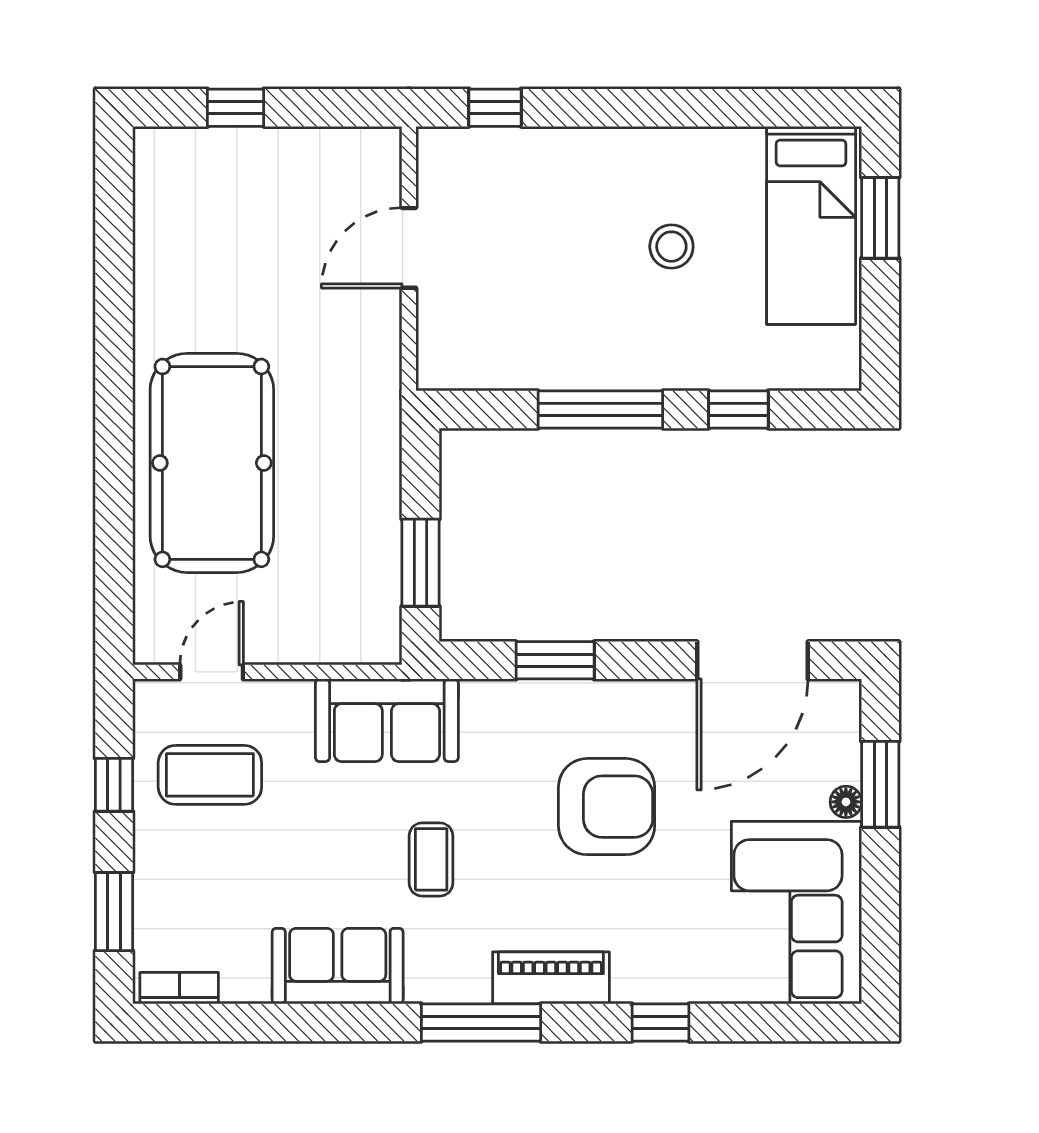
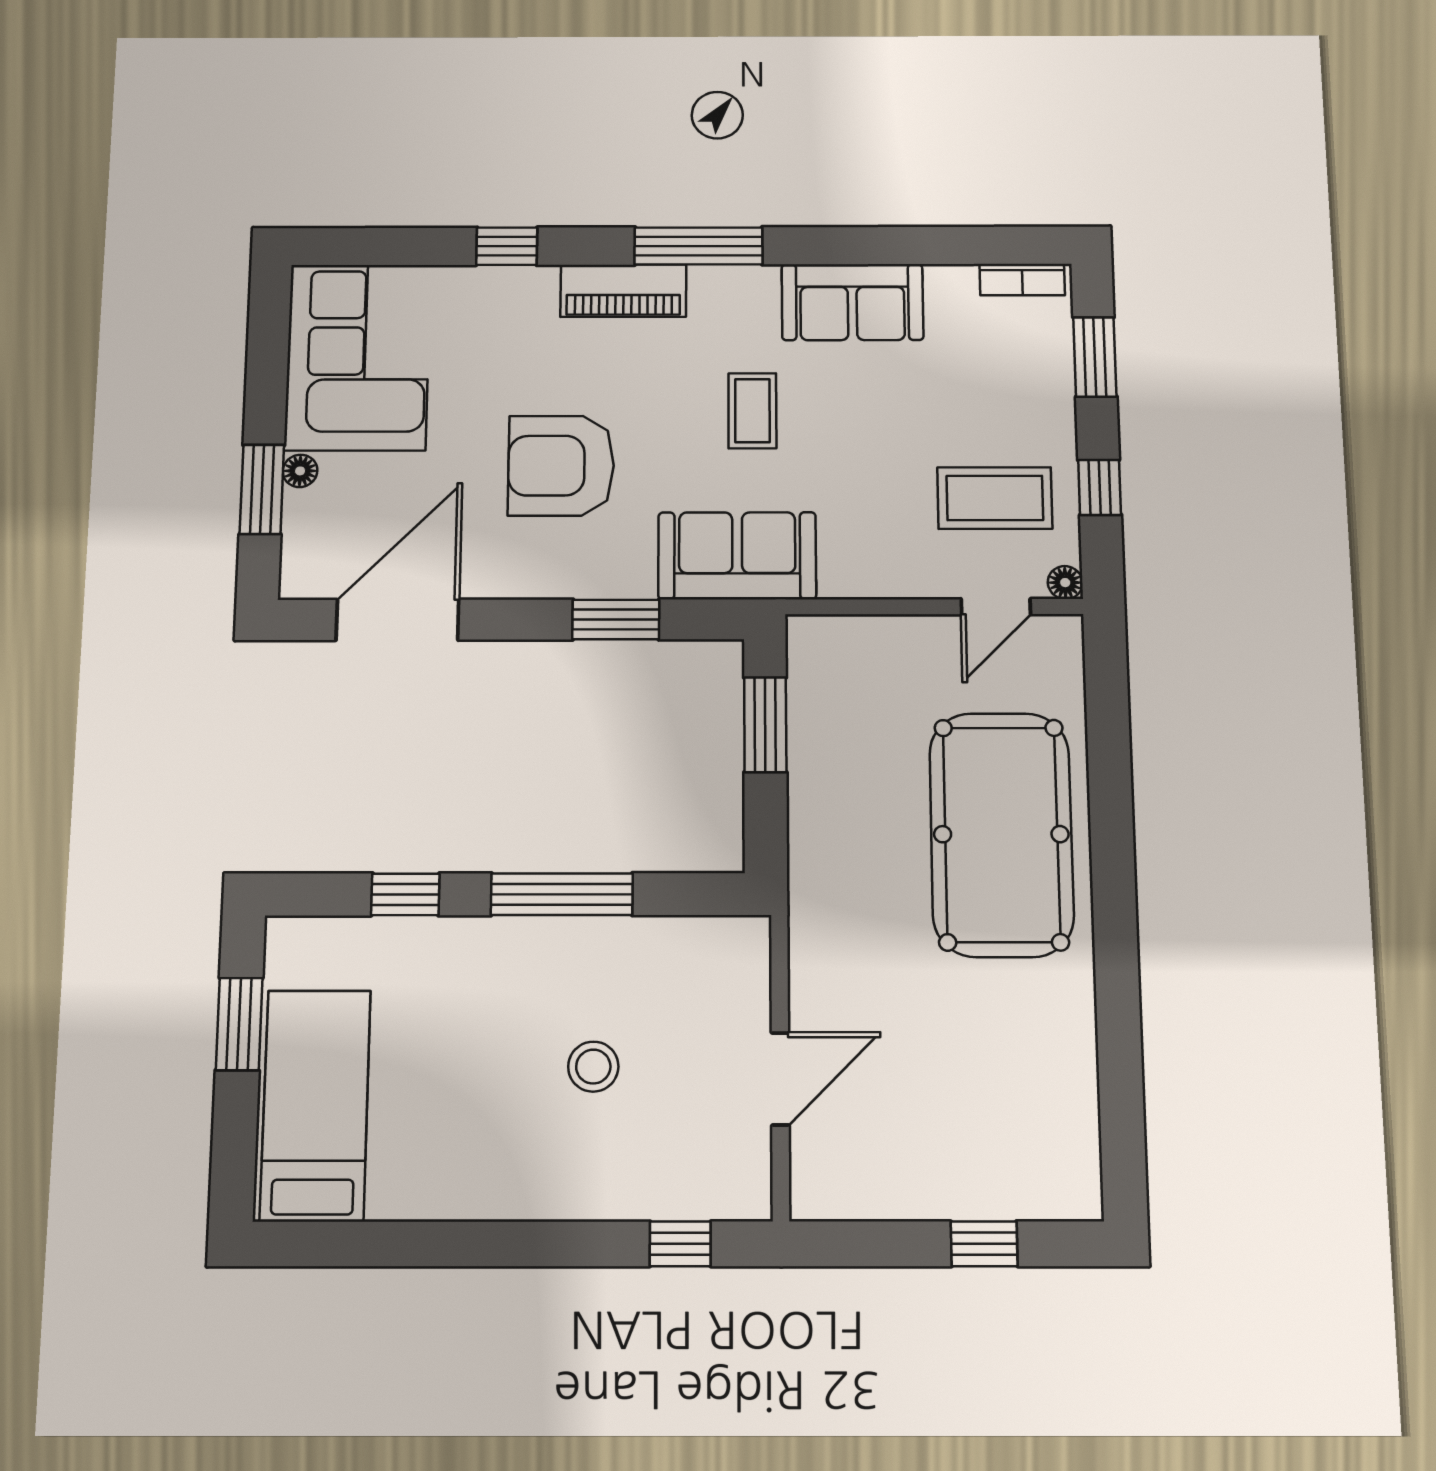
window: (880, 218) -> (239, 1024), moved
stool: (671, 247) -> (593, 1067), moved
floor lamp: (148, 695) -> (1065, 583), added
sofa: (387, 720) -> (737, 556), moved

